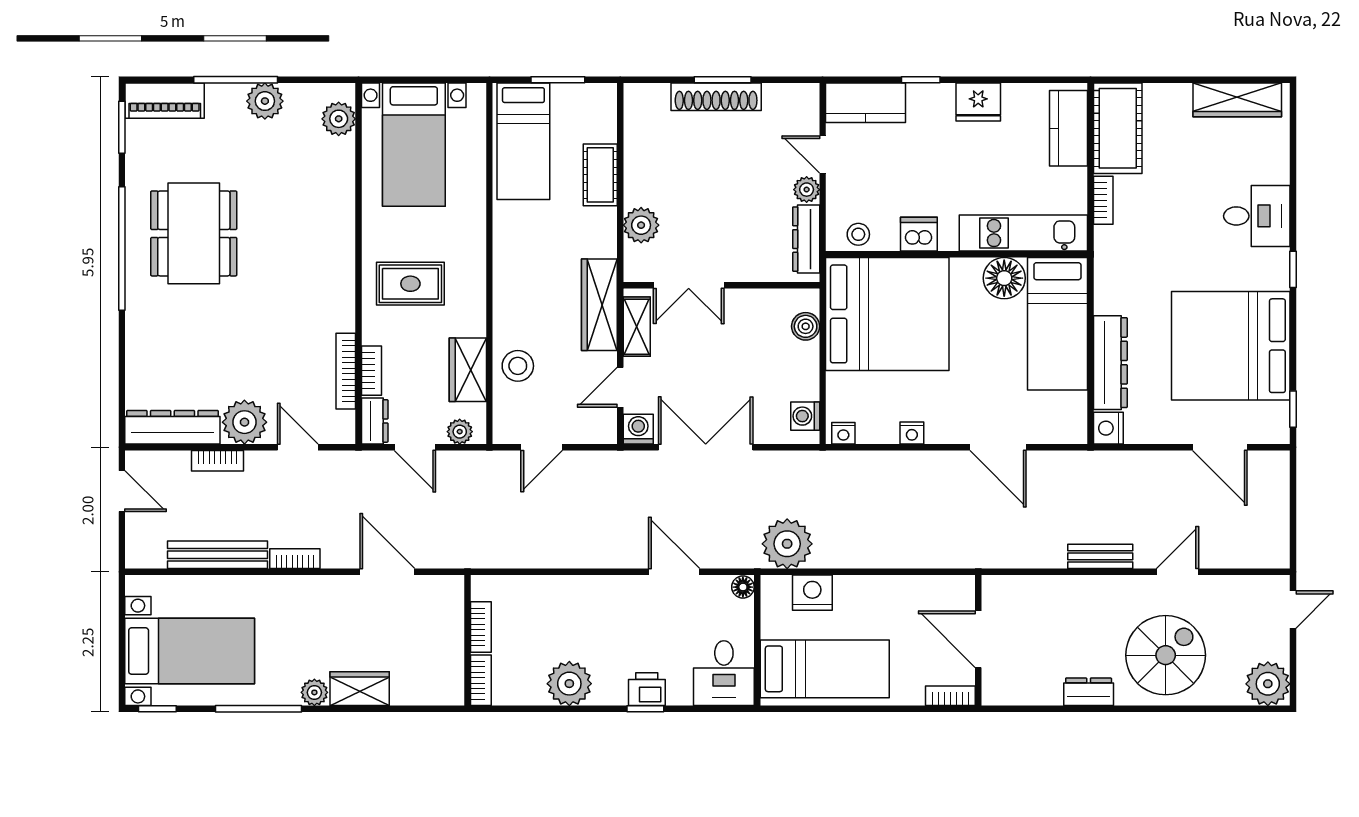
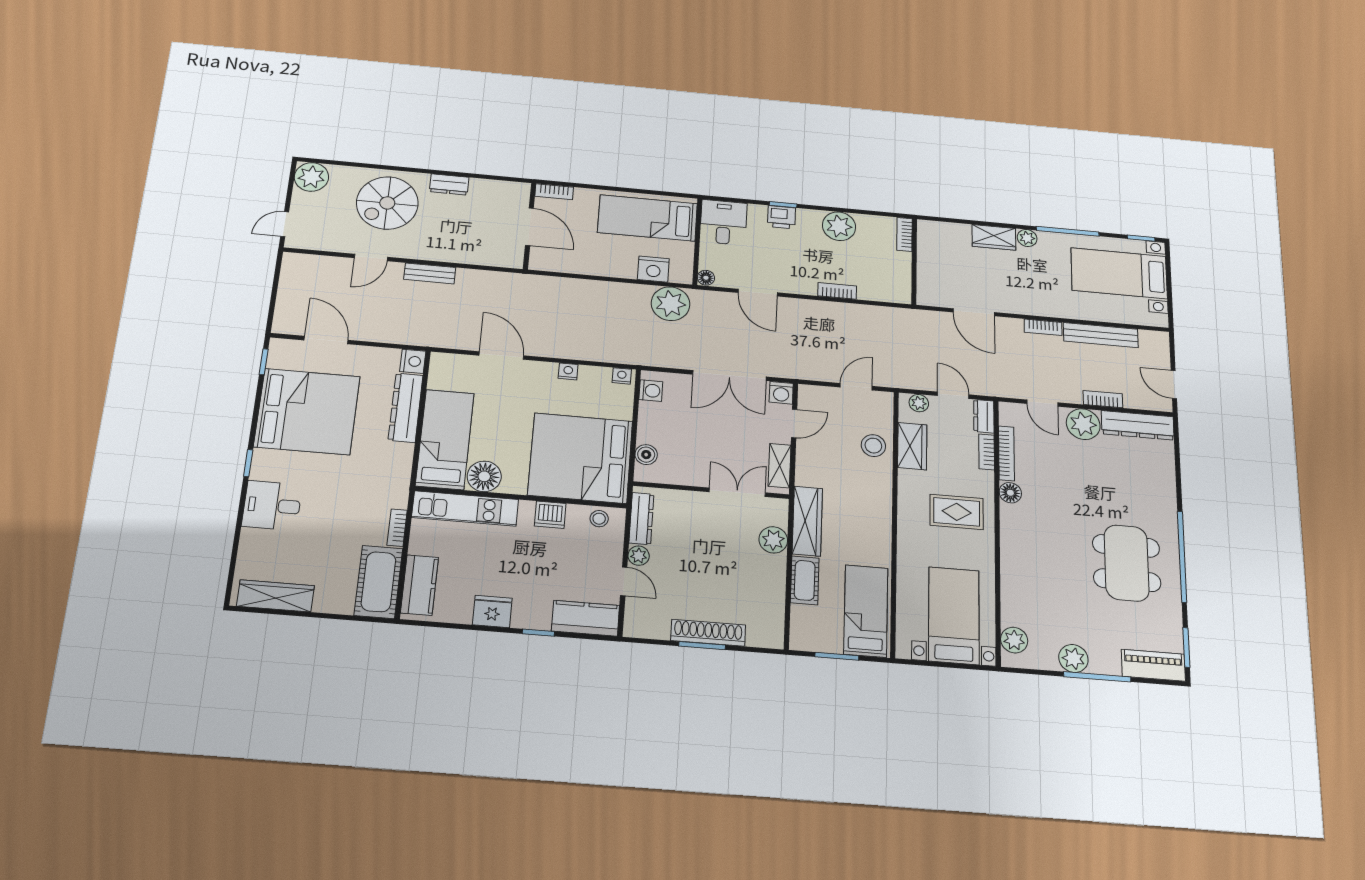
wardrobe: (599, 305) -> (807, 521), moved
floor lamp: (341, 316) -> (1010, 493), added
bookcase: (481, 627) -> (837, 291), moved, turned 90

